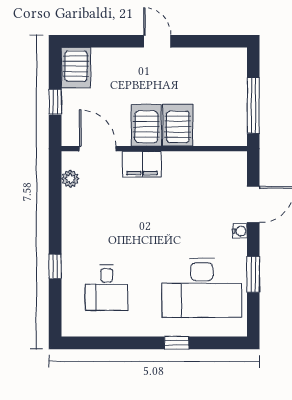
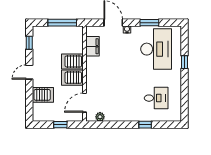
window: (214, 41) -> (29, 43), added
server rack: (76, 68) -> (43, 95), moved
filing cabinet: (142, 164) -> (92, 46), moved

